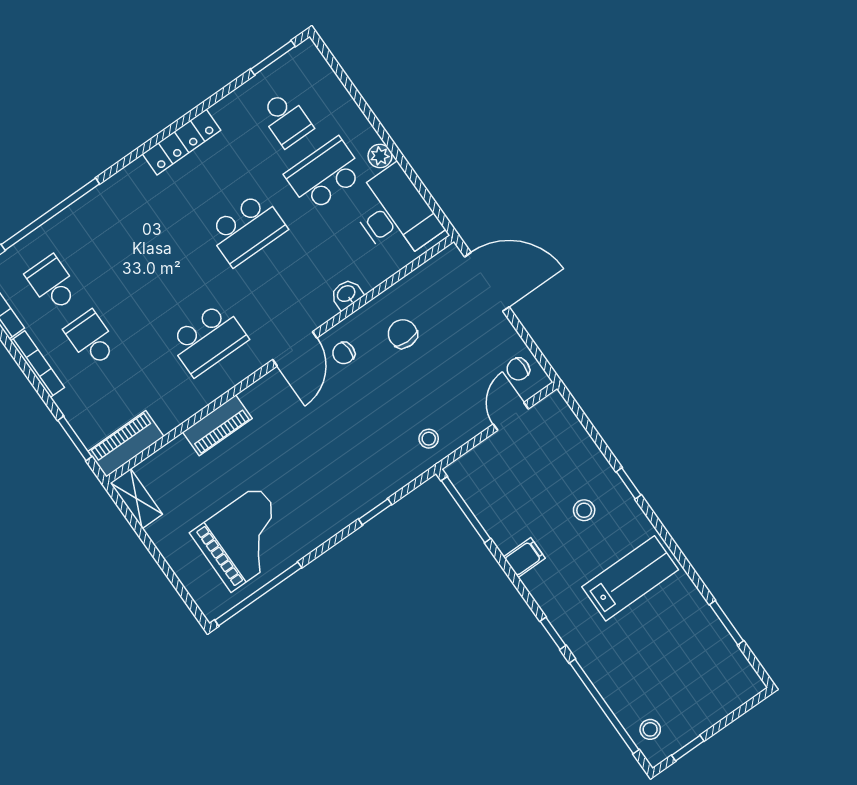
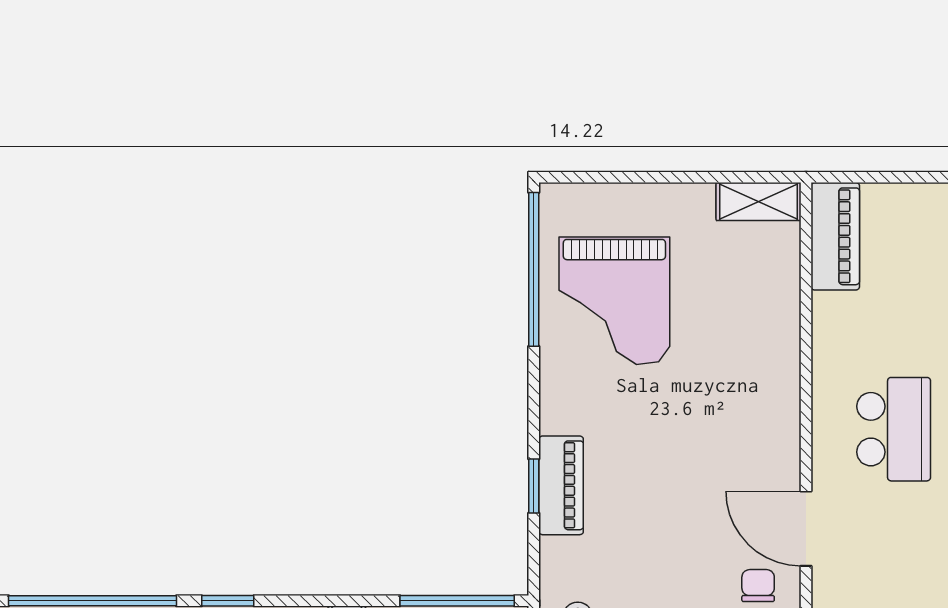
school desk: (208, 339) -> (894, 429), turned 180
piano: (217, 425) -> (561, 485), moved, turned 180
window: (75, 438) -> (887, 177), removed

